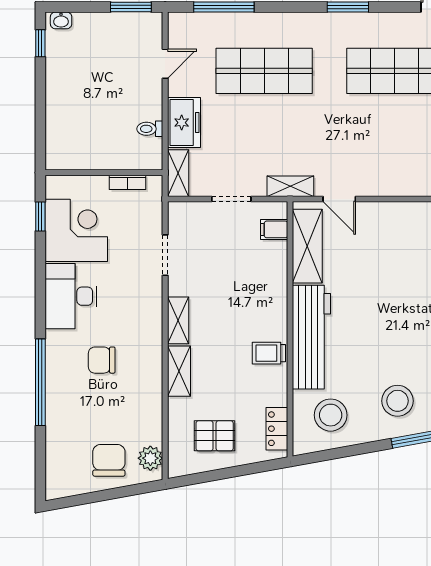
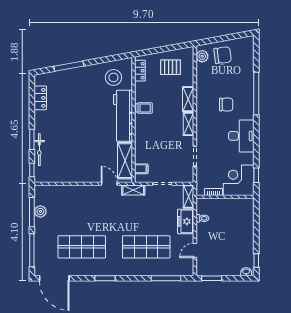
corner desk: (76, 230) -> (239, 180), moved, turned 90
stool: (398, 401) -> (81, 84), removed
chair: (109, 460) -> (223, 55), turned -97

